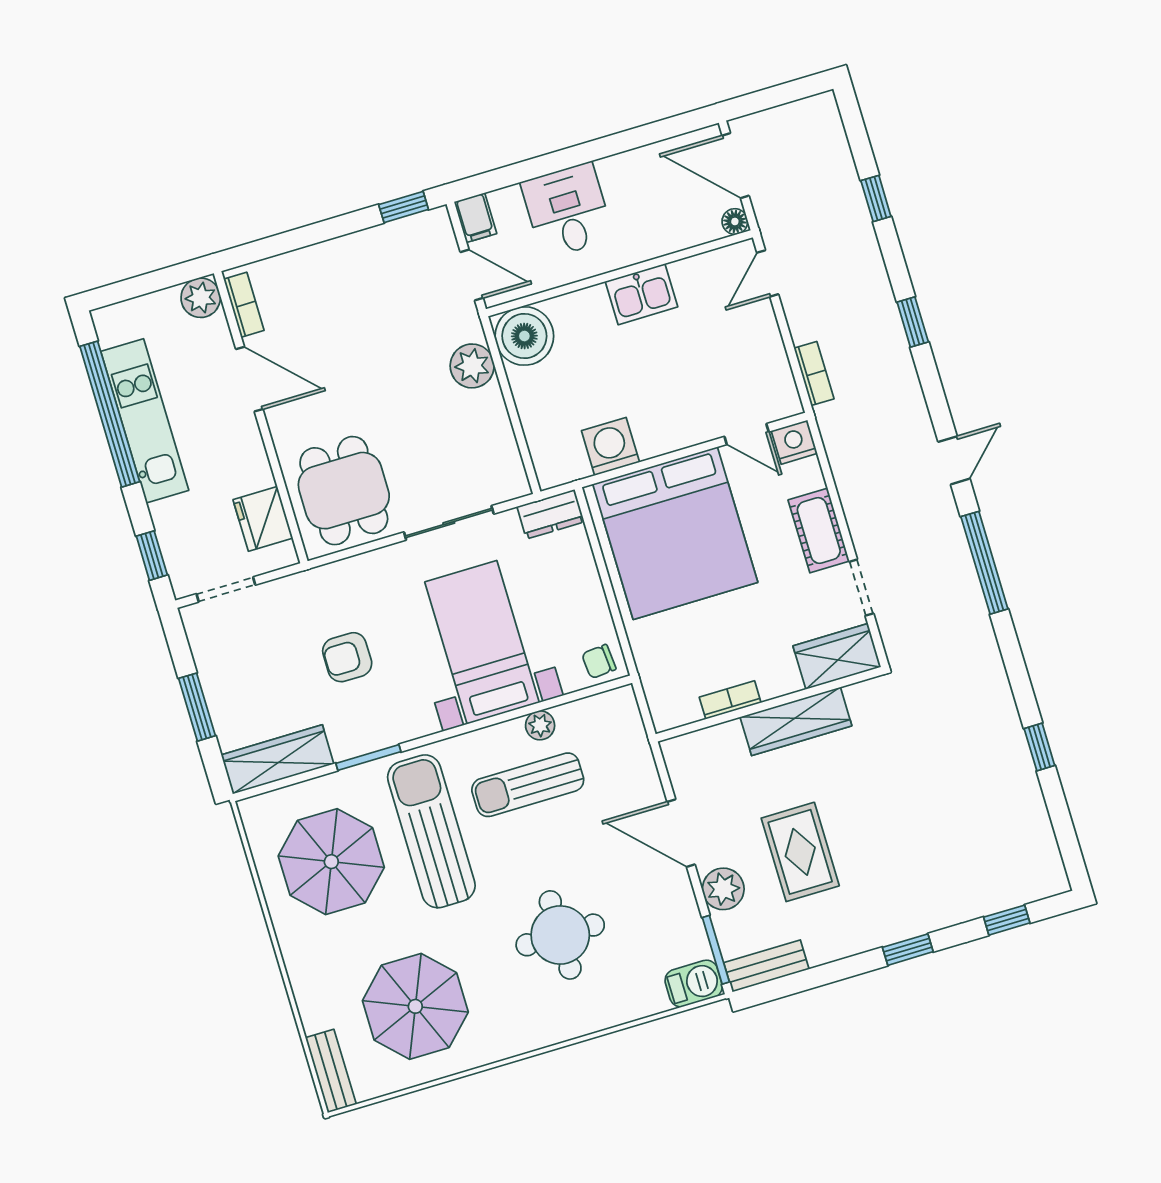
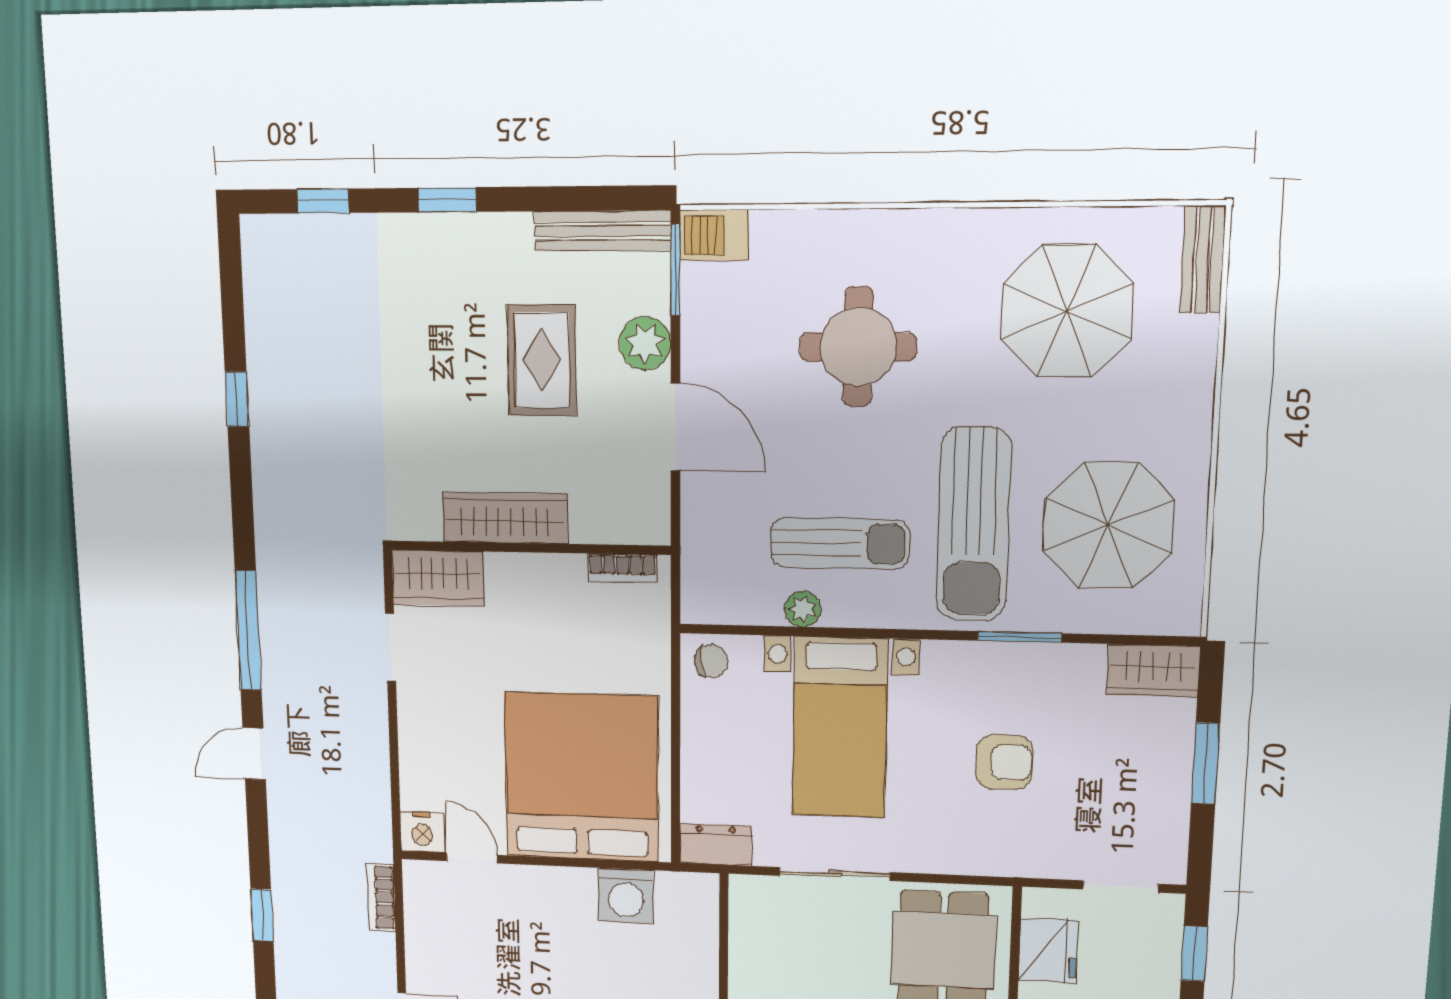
cot: (819, 530) -> (421, 727), removed
bookcase: (730, 700) -> (622, 568), moved
wardrobe: (278, 759) -> (1153, 671), width x0.67
bench: (766, 966) -> (602, 231), width x1.36

